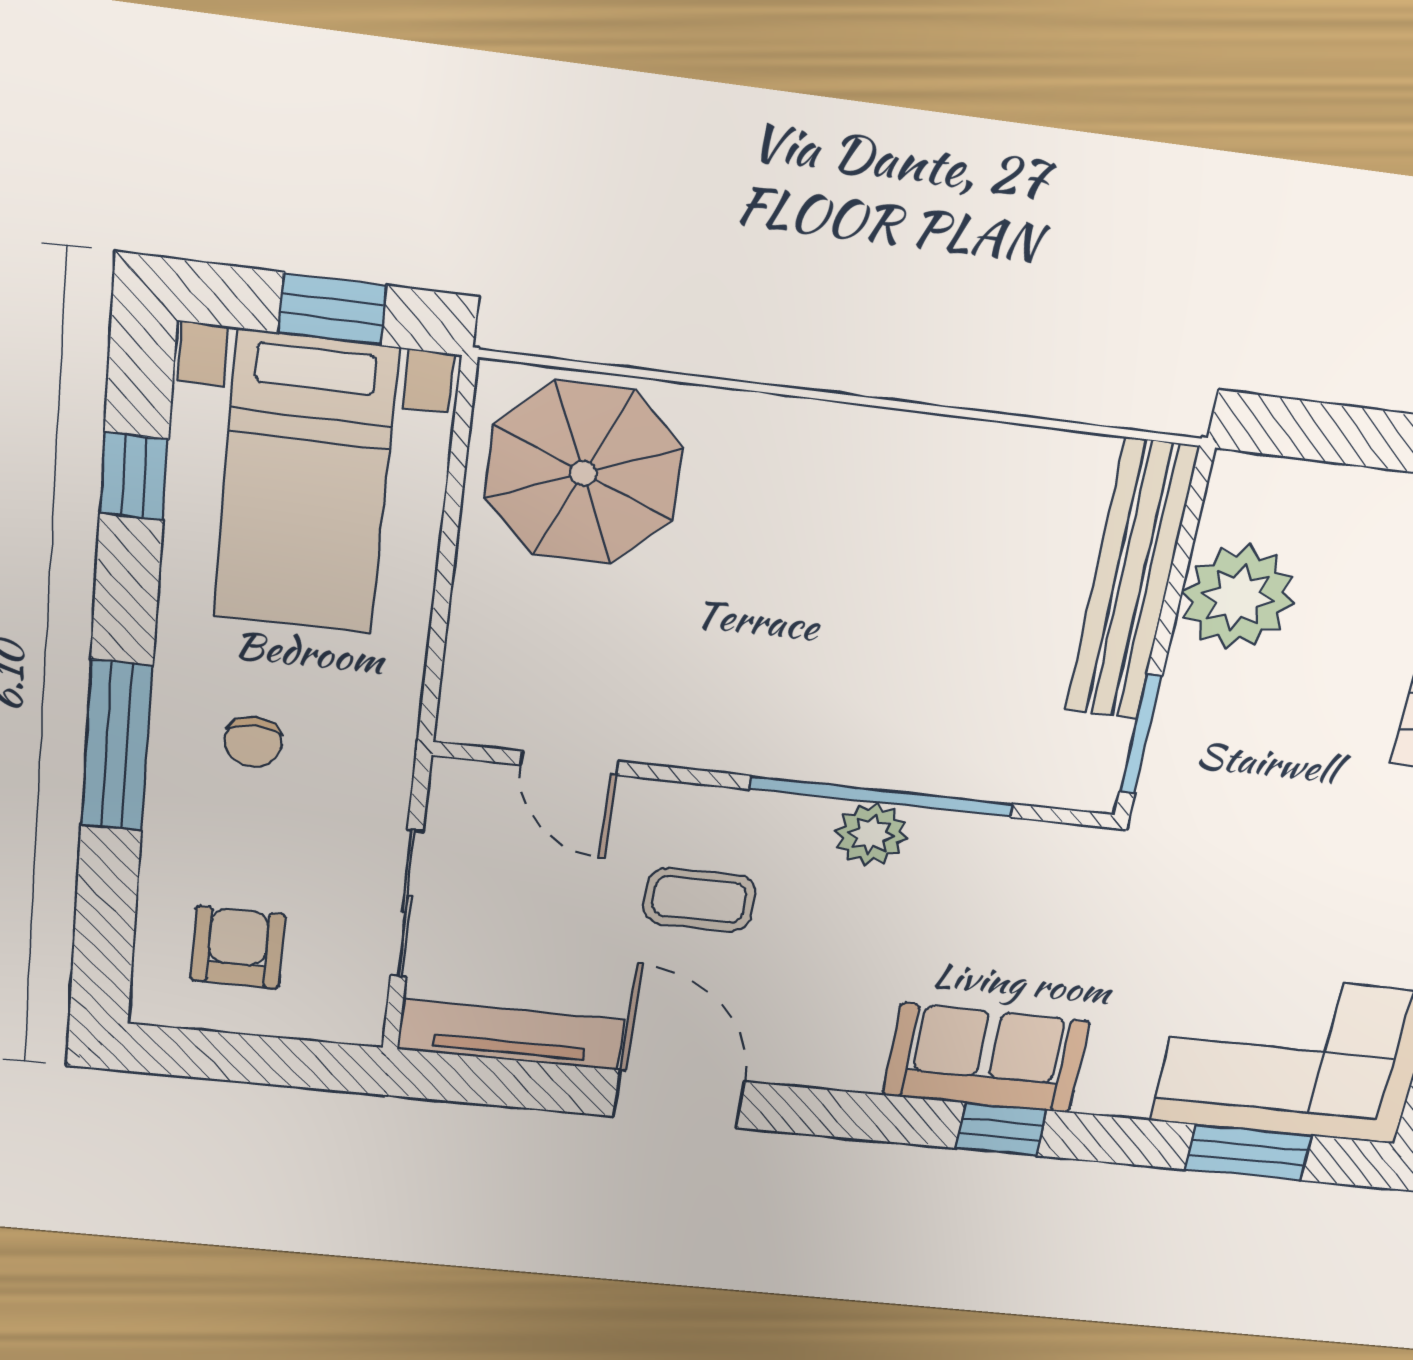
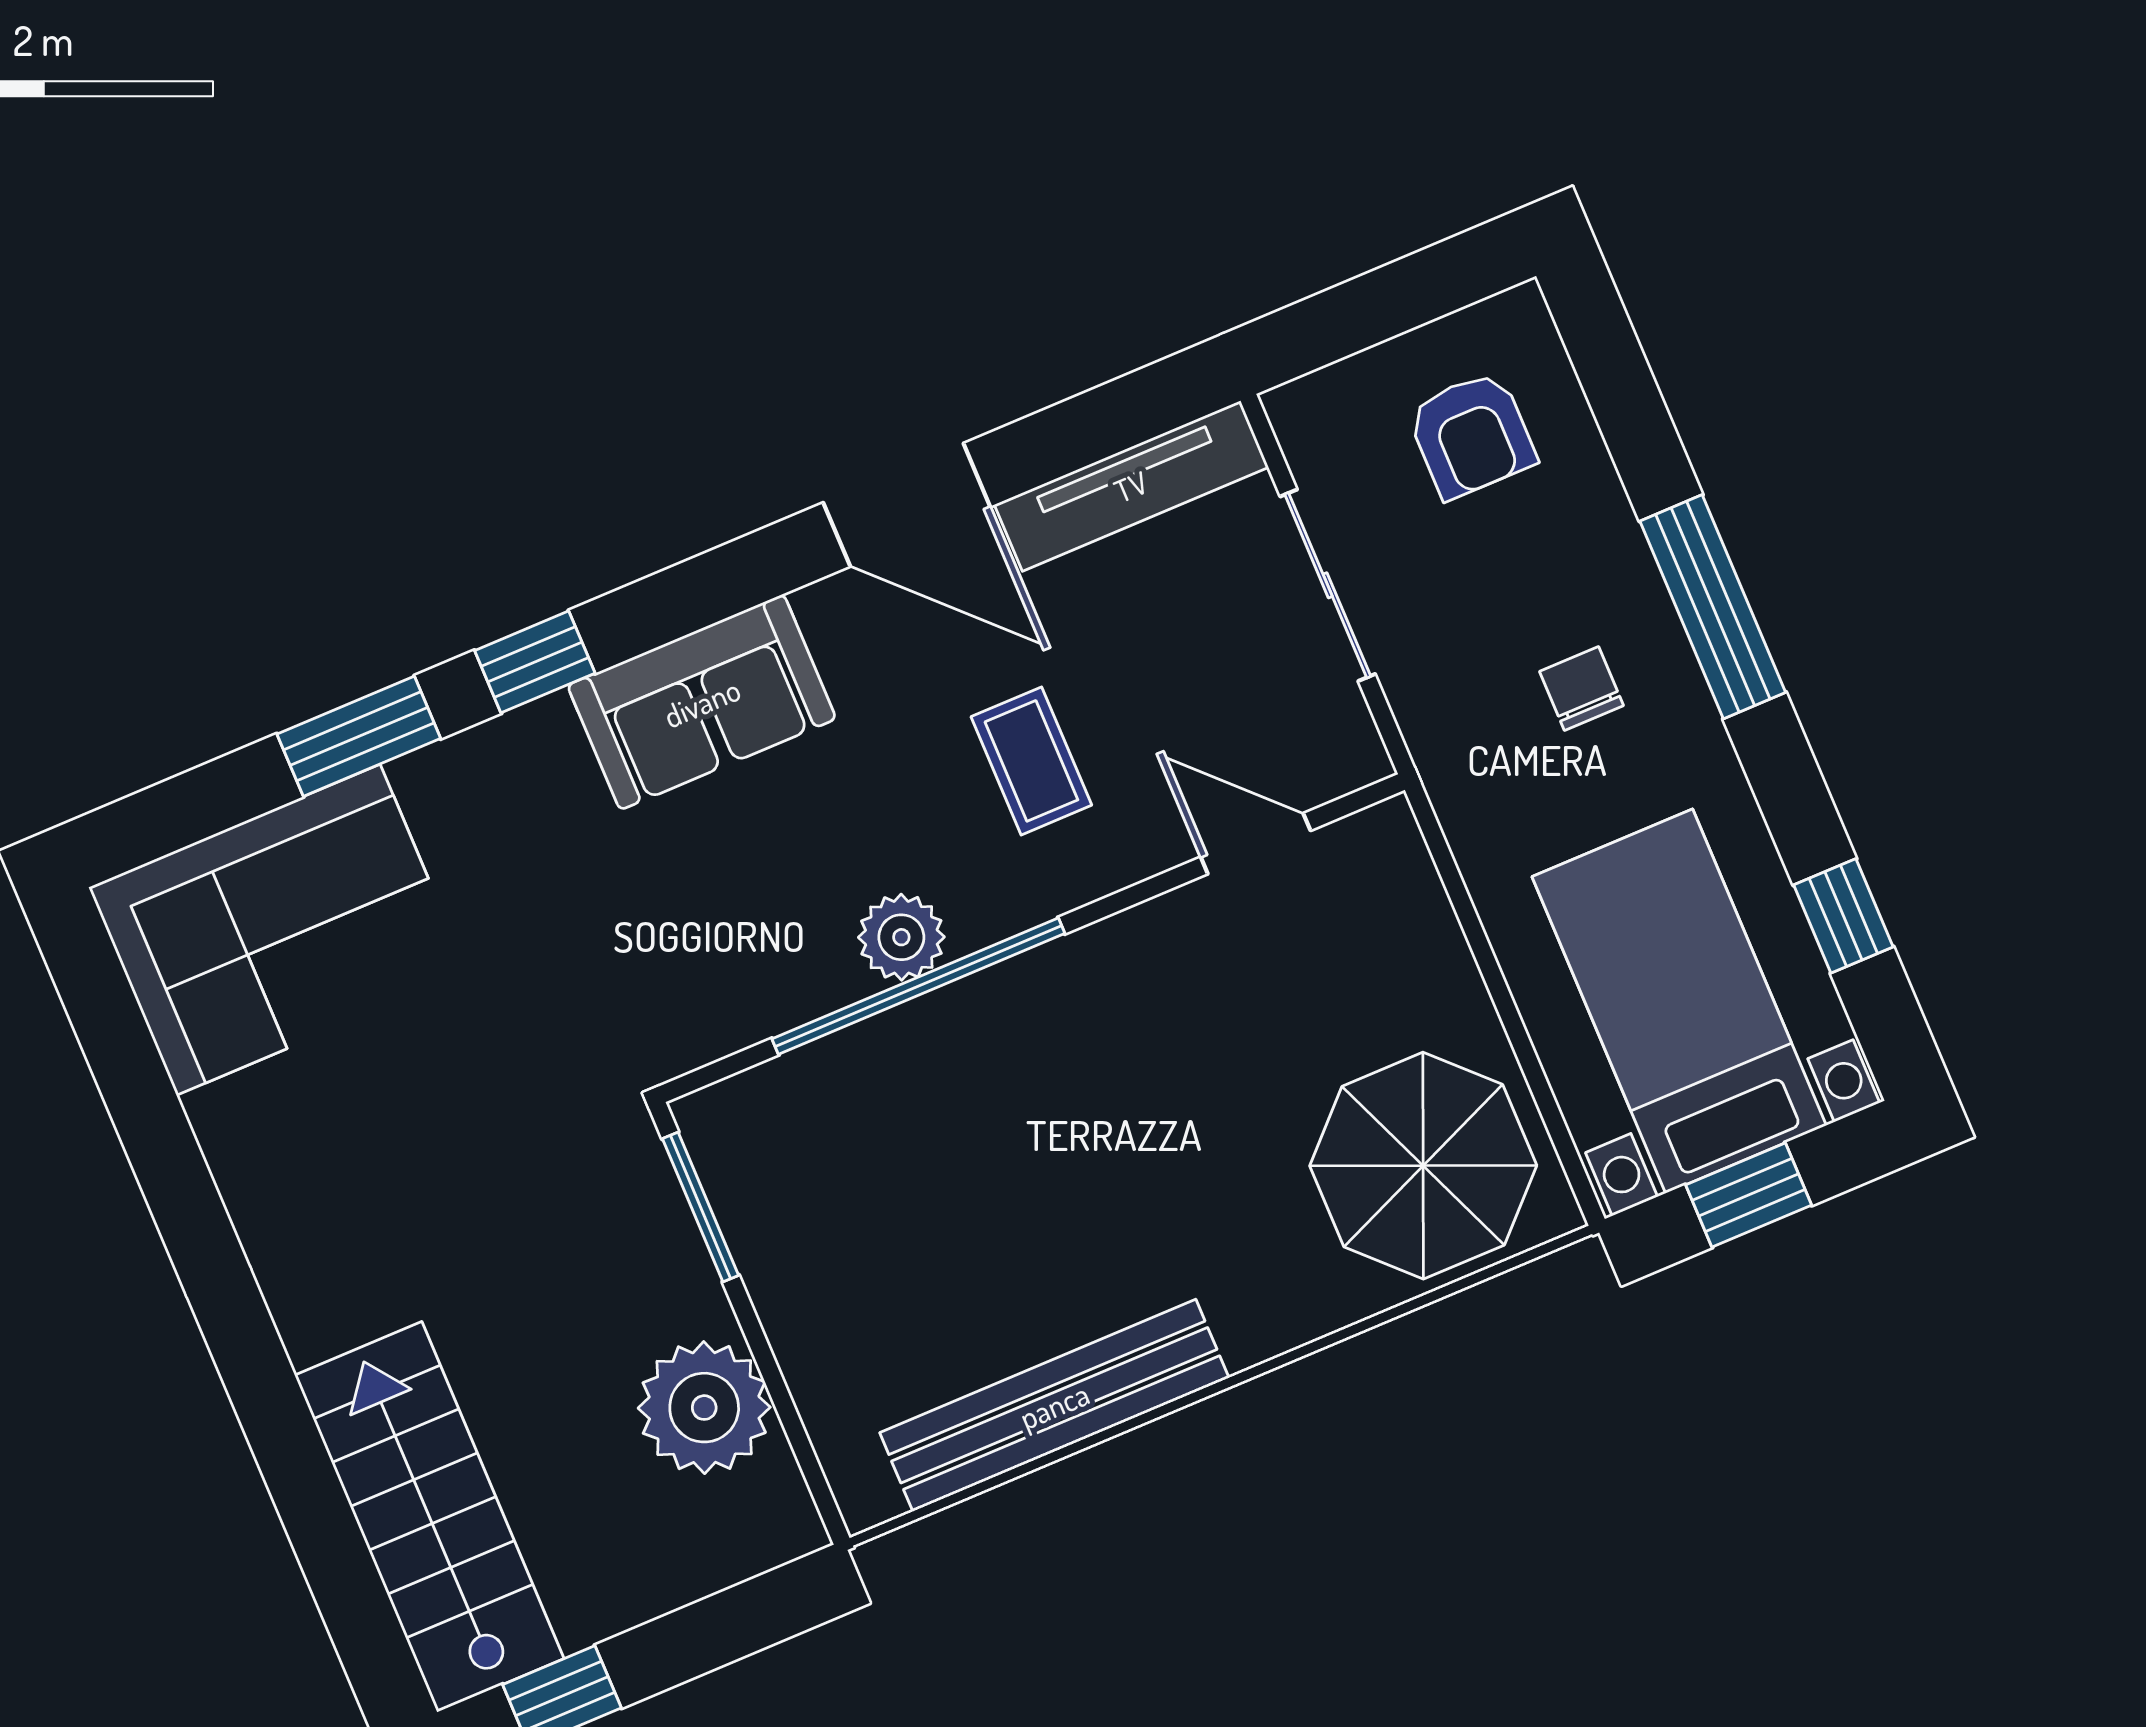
bench: (1131, 581) -> (1054, 1405), moved, turned 90
coffee table: (699, 900) -> (1031, 761), turned 90
sofa: (986, 1058) -> (702, 702), moved
window: (1248, 1153) -> (359, 736), moved

